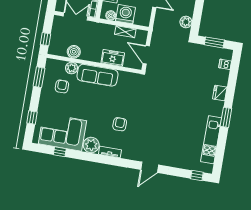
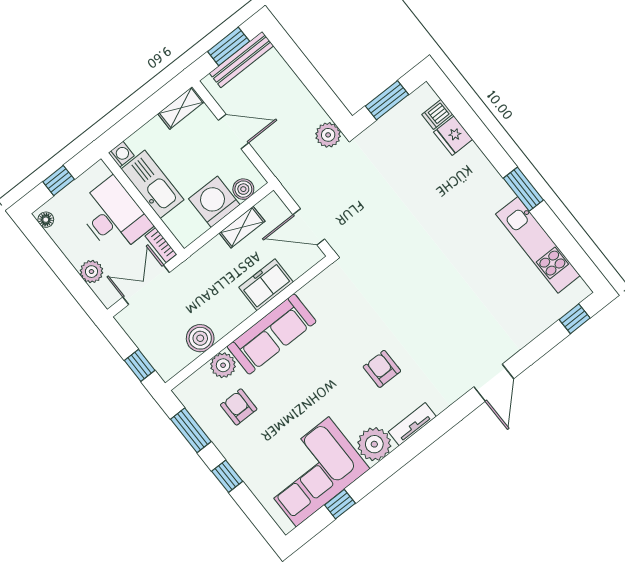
boiler: (111, 15) -> (243, 189), moved
plant: (186, 22) -> (328, 135), moved
fridge: (220, 93) -> (453, 136), moved
window: (32, 117) -> (227, 476), moved

